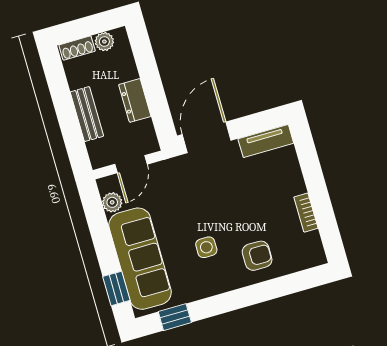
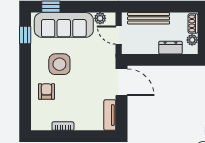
dresser: (135, 100) -> (170, 48), moved
bench: (87, 114) -> (149, 18), width x1.36
side table: (206, 247) -> (59, 64), width x1.87, depth x1.87
armchair: (257, 256) -> (46, 92), turned 180

